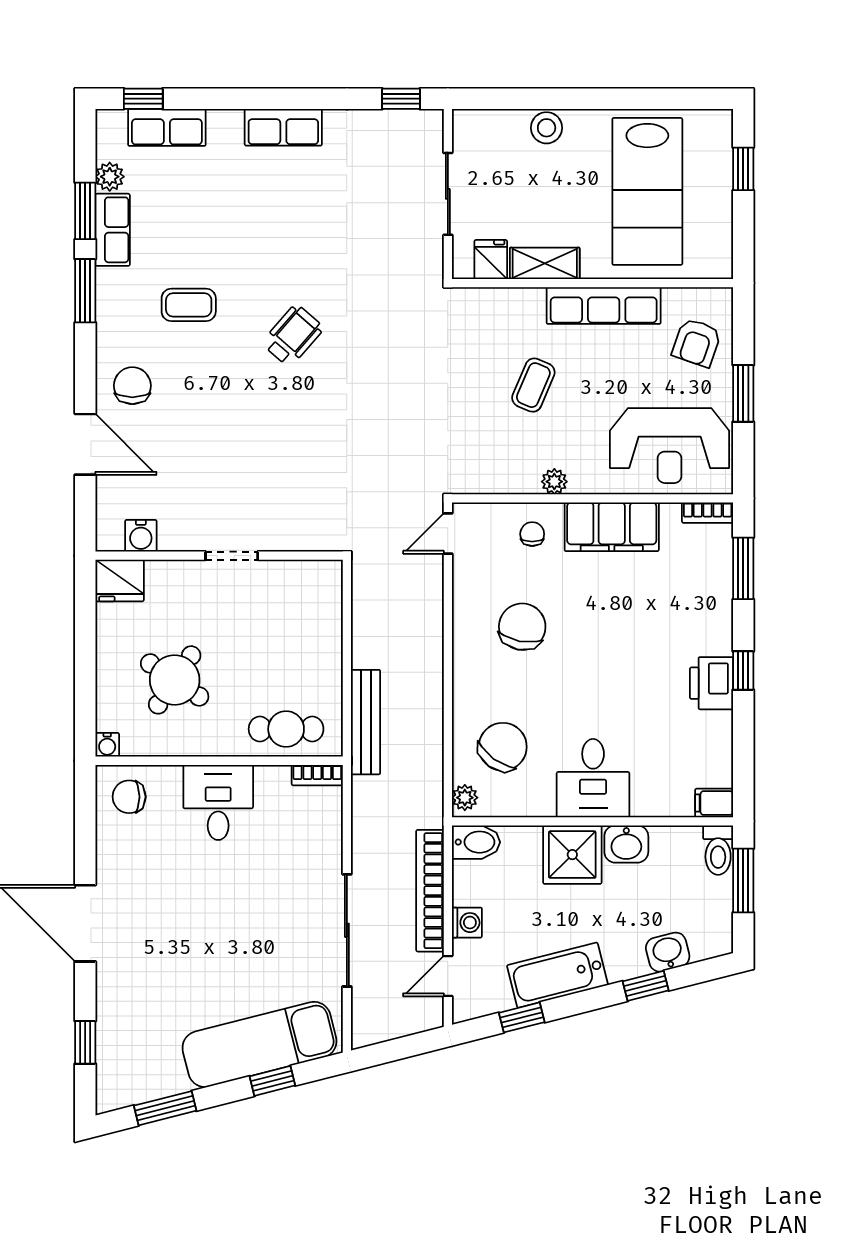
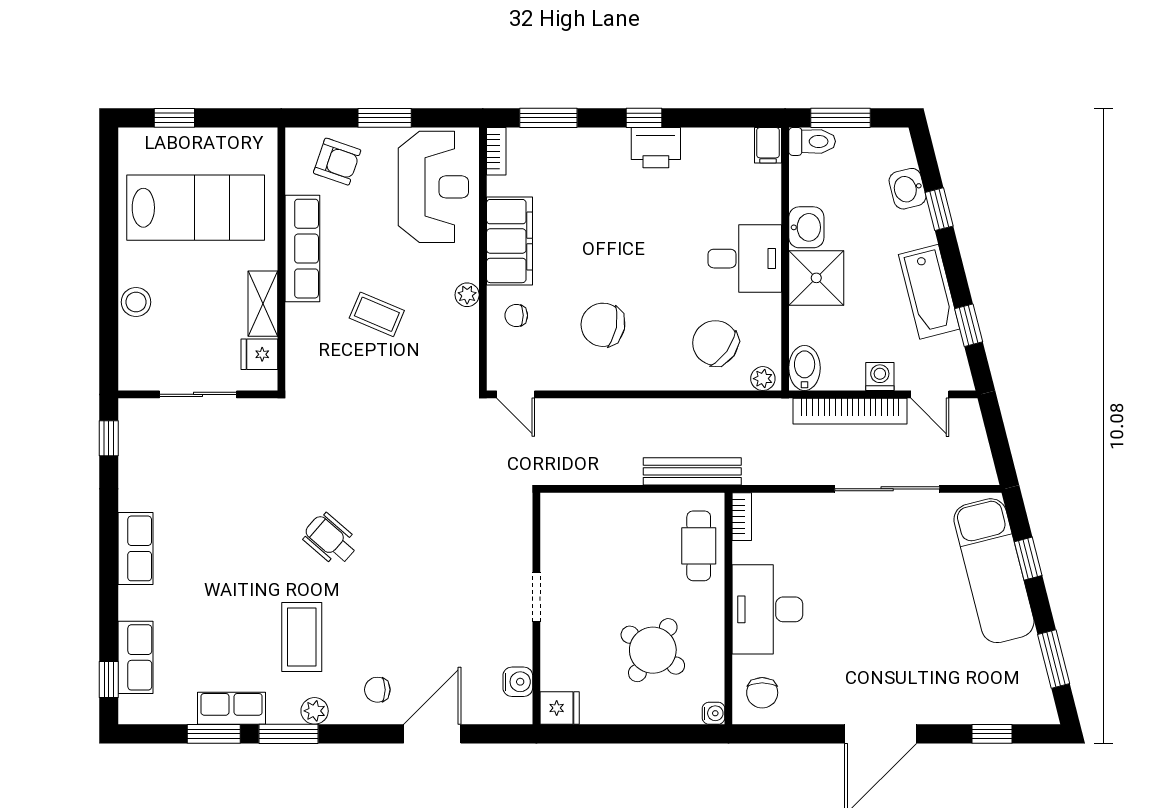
plant: (110, 177) -> (315, 711), moved
coffee table: (189, 305) -> (302, 637), width x1.36, depth x1.30
chair: (132, 386) -> (377, 690), width x0.73, depth x0.73
fridge: (120, 580) -> (560, 708), width x0.72
desk: (218, 802) -> (767, 609), width x1.37

